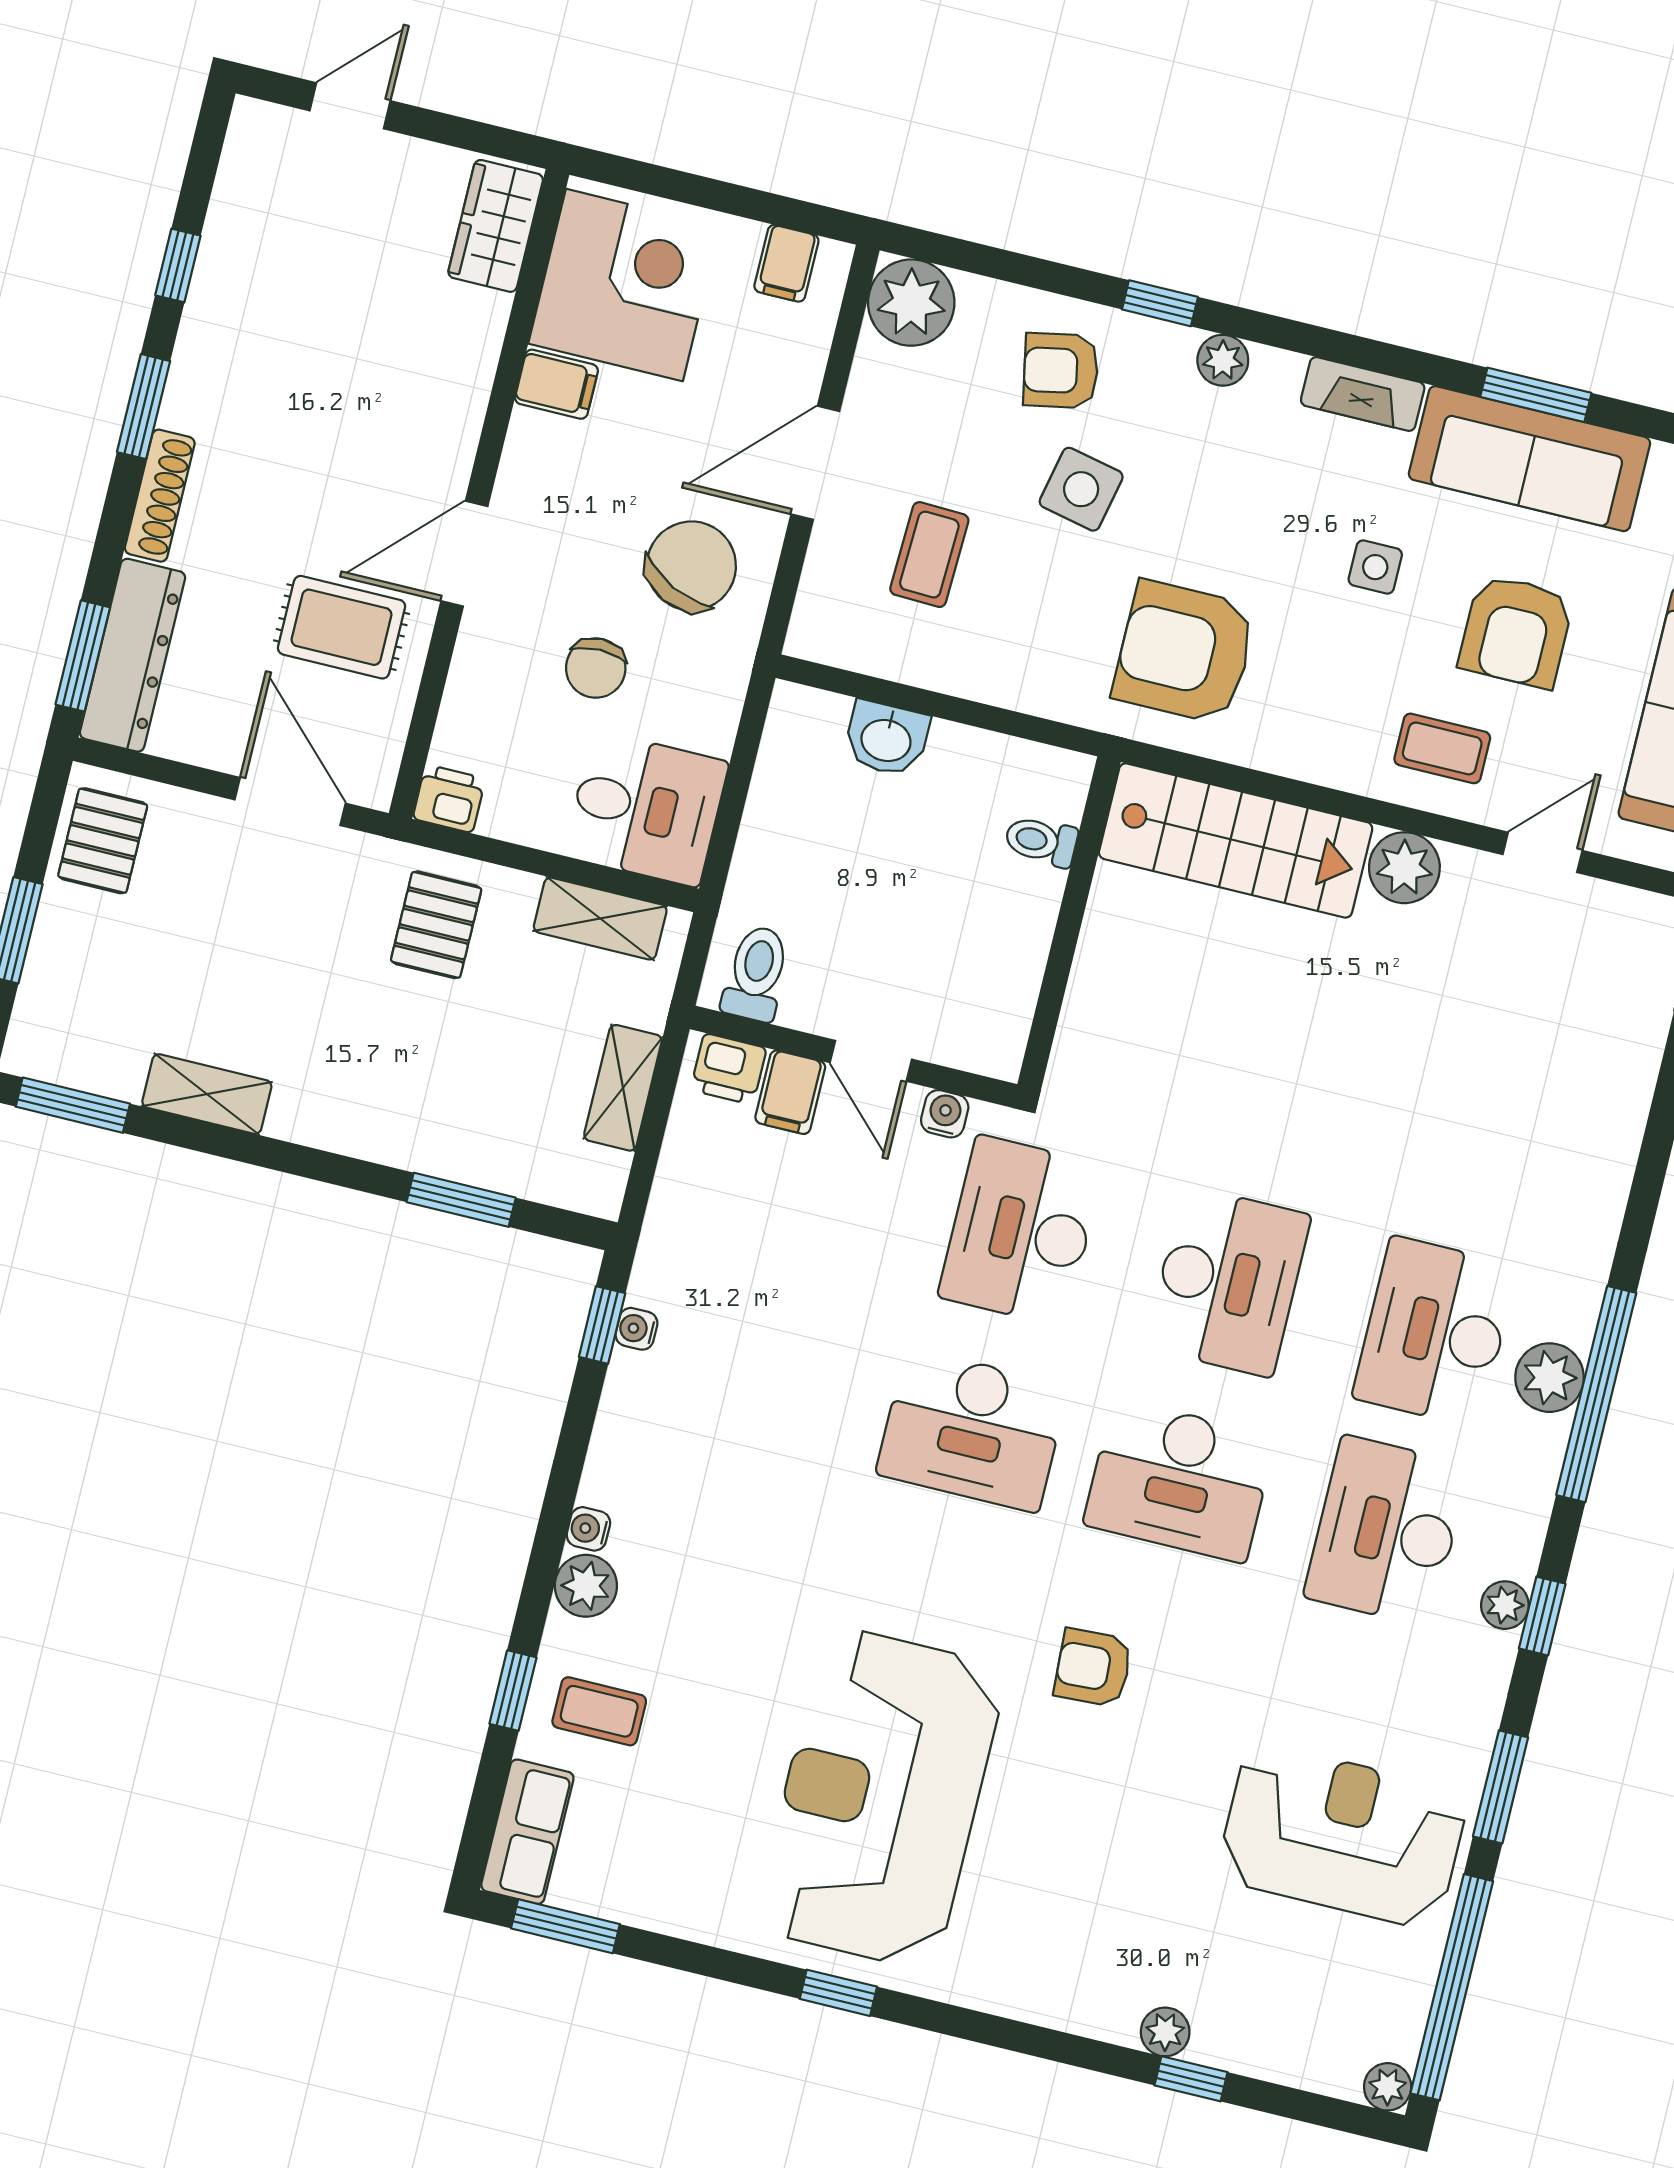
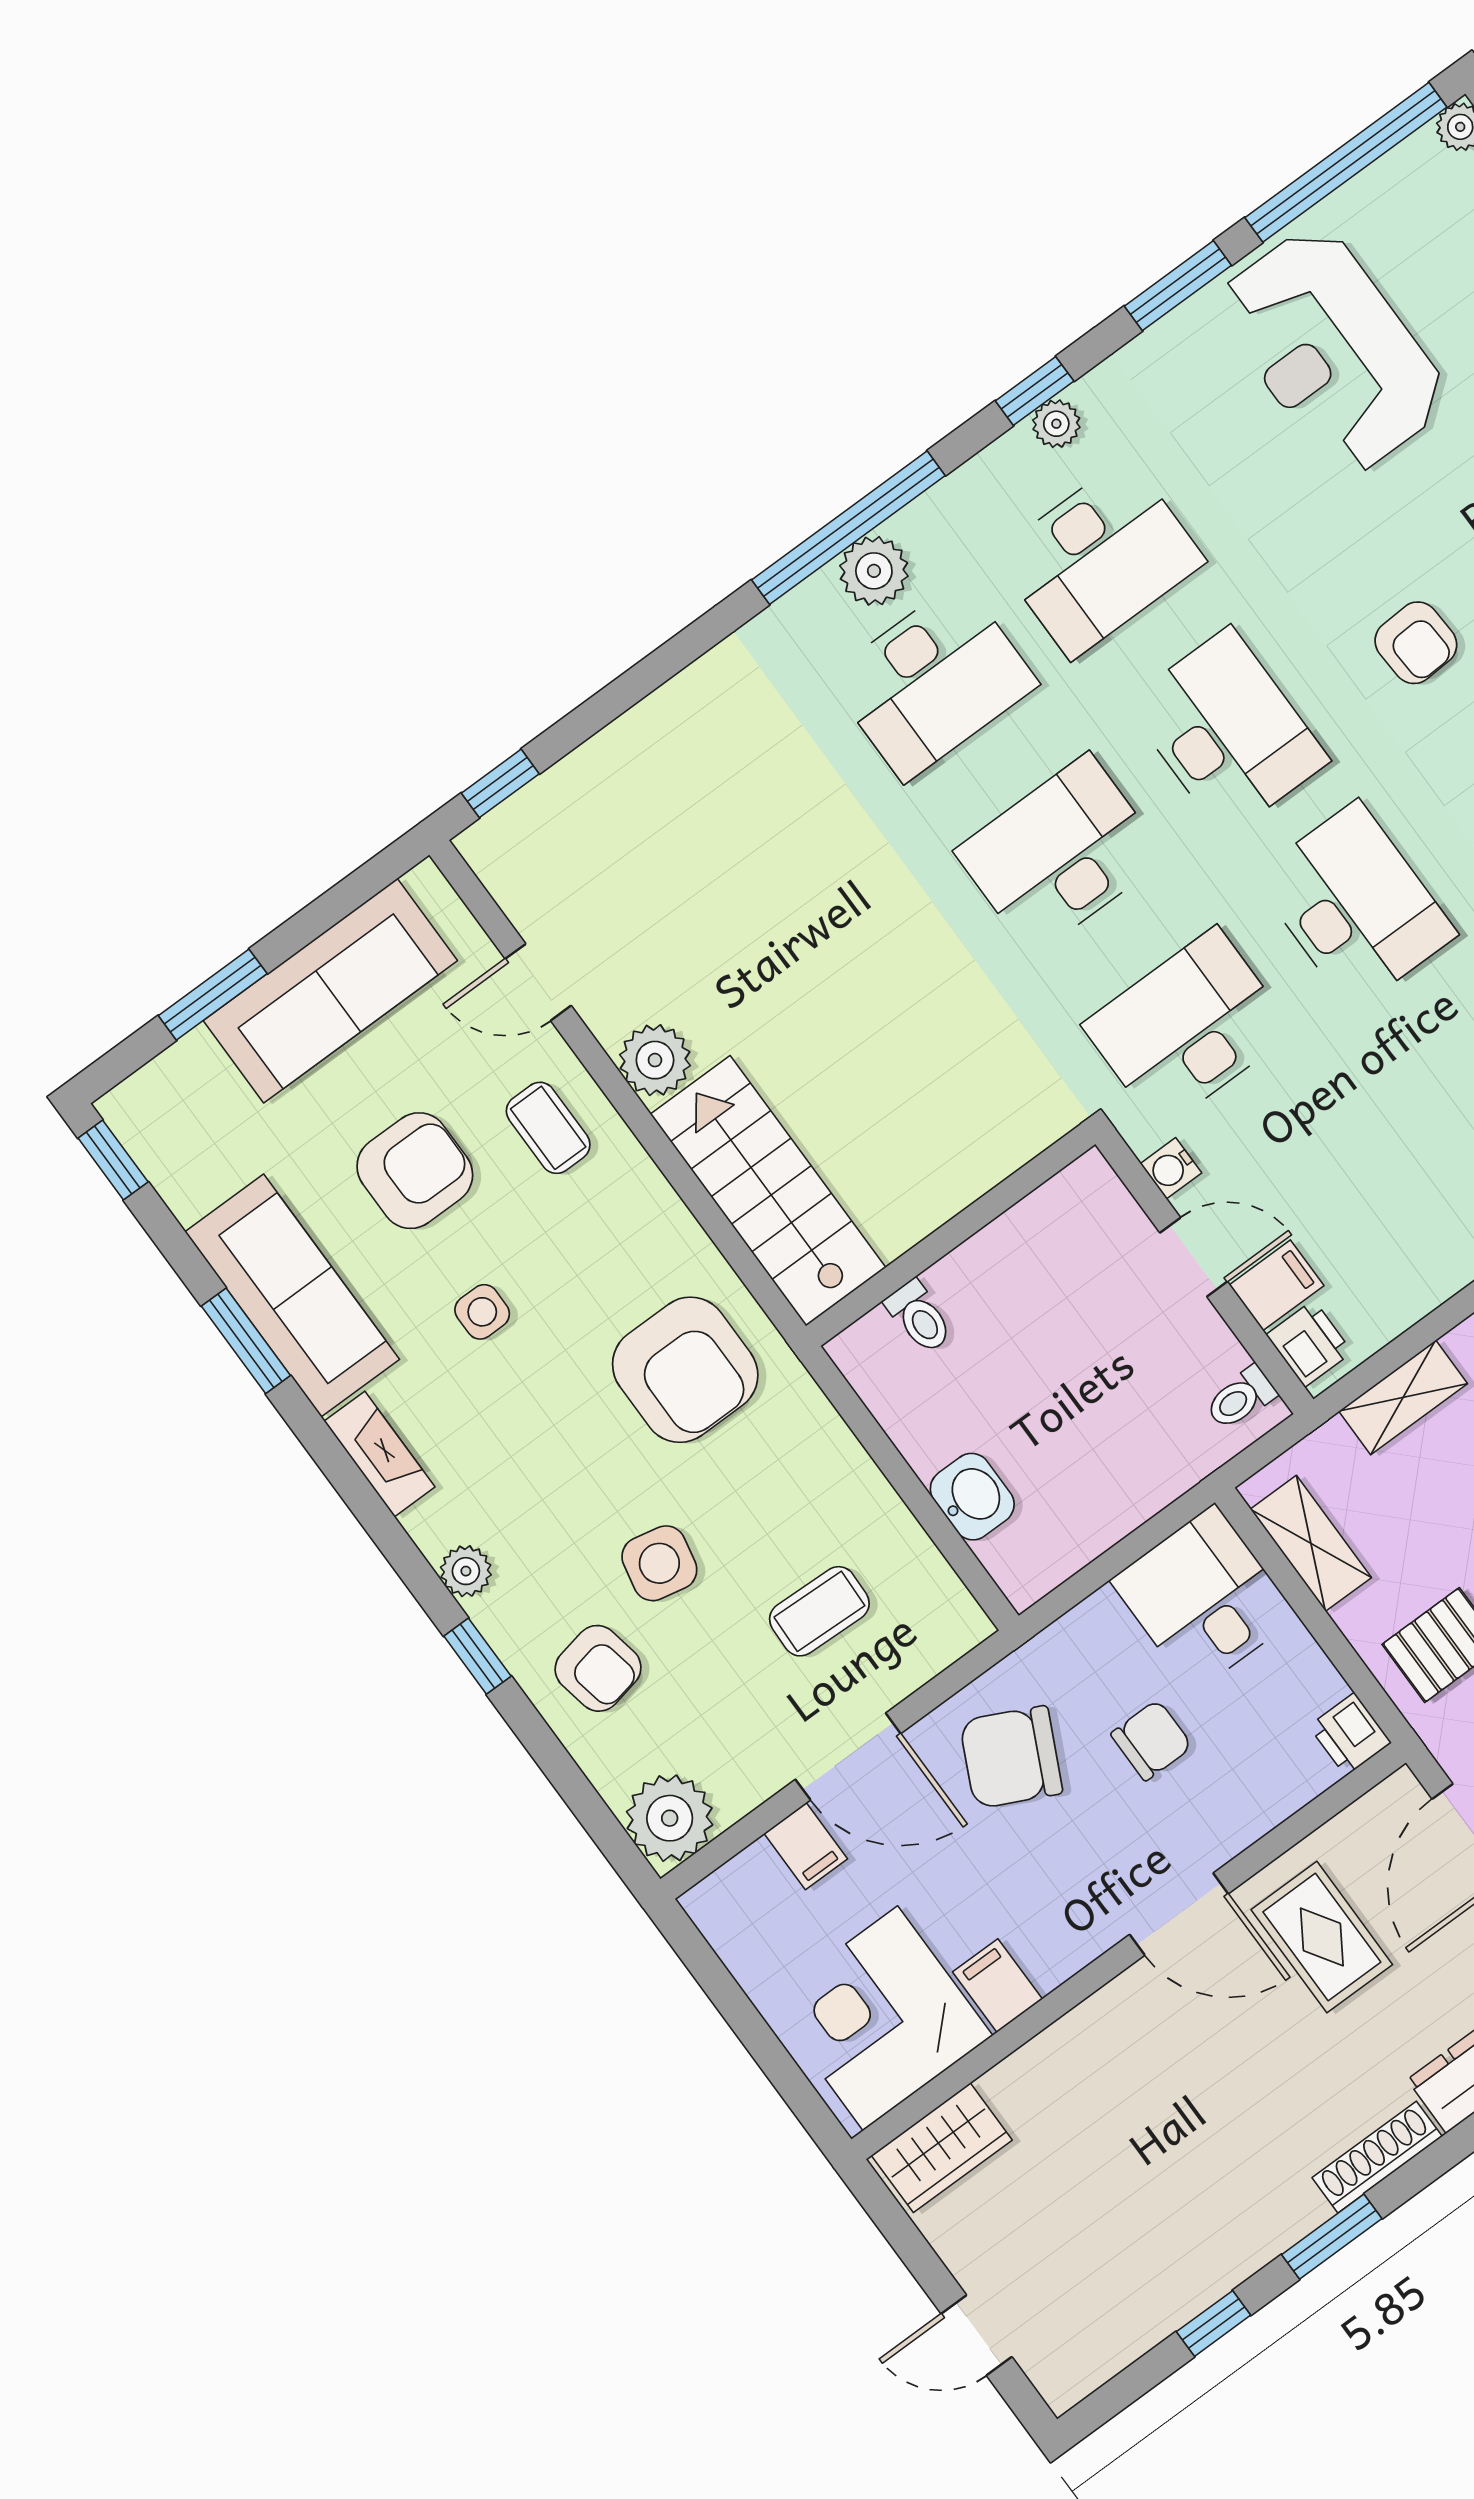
filing cabinet: (786, 263) -> (806, 1846), moved, turned 90
toilet: (756, 973) -> (1241, 1398), width x0.73, depth x0.72
door: (871, 1061) -> (1194, 1257), hinge flipped
desk: (1021, 1231) -> (1188, 1028), turned 180

